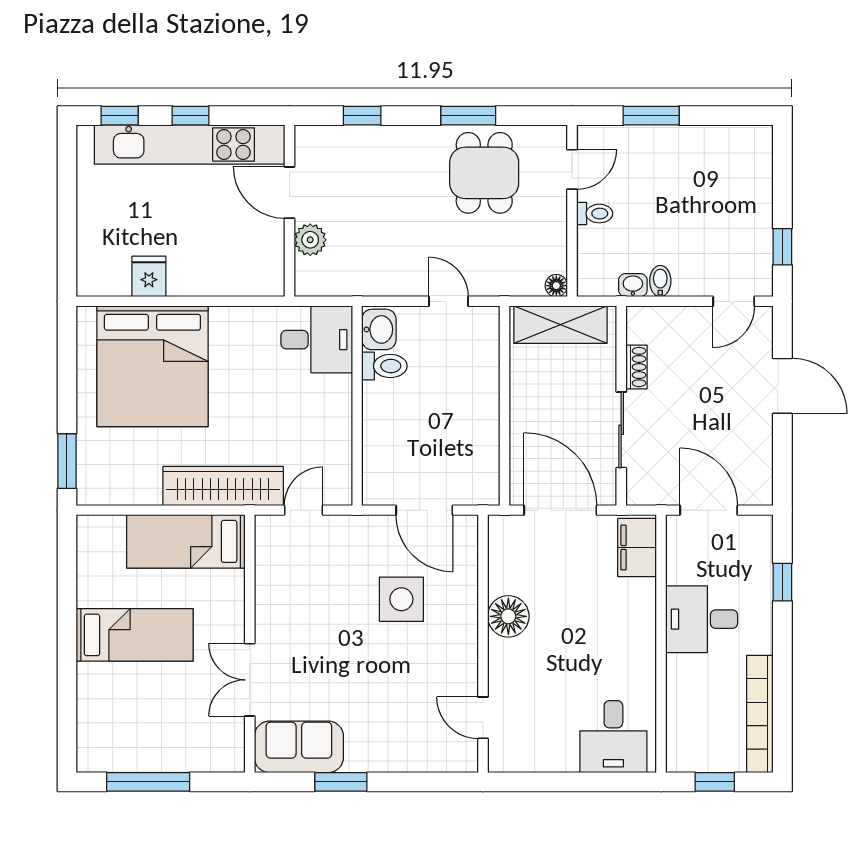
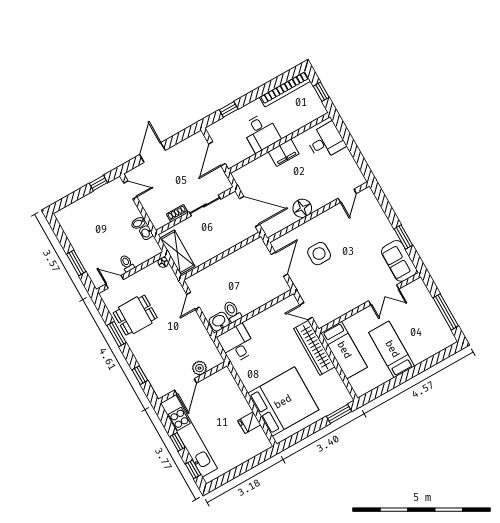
door: (560, 510) -> (250, 211), swing flipped
filing cabinet: (637, 547) -> (284, 153), moved

